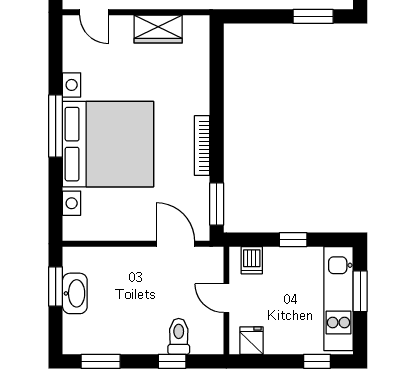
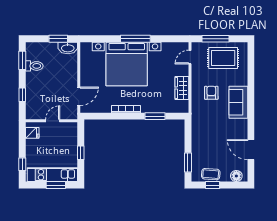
window: (217, 204) -> (155, 116), moved
dishwasher: (252, 260) -> (71, 133), removed
washbasin: (75, 293) -> (68, 48), moved
toilet: (179, 336) -> (34, 66), moved

